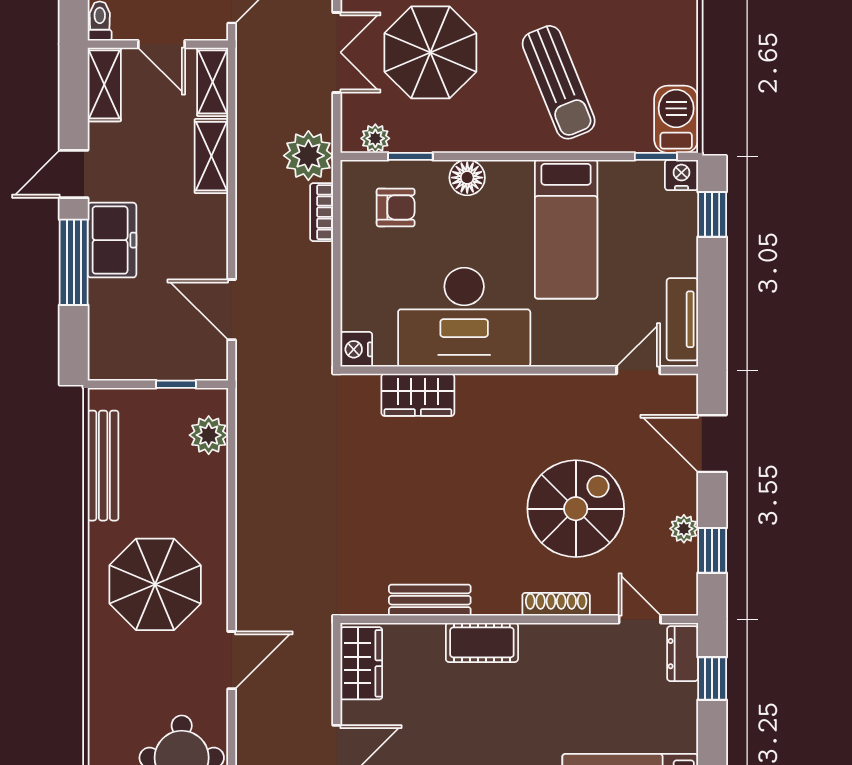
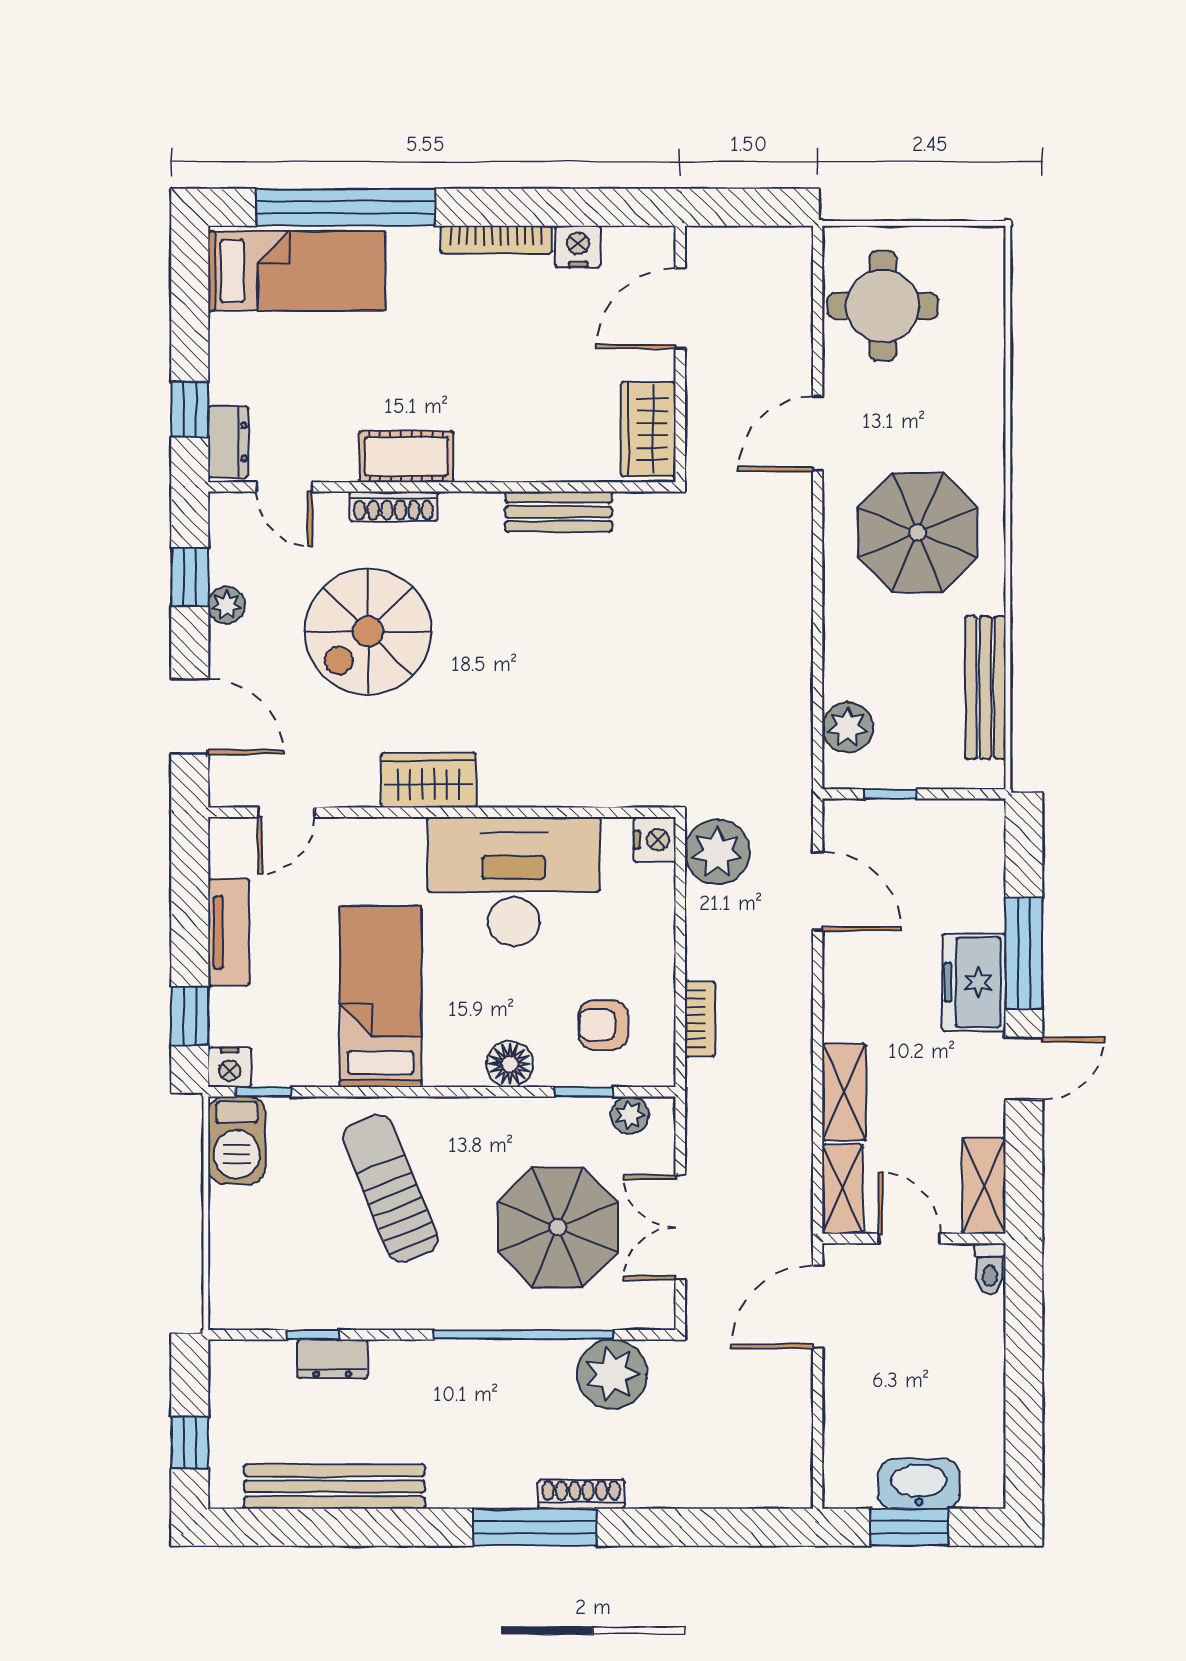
plant: (308, 156) -> (717, 852), moved
tv unit: (682, 319) -> (229, 933), moved
wardrobe: (418, 395) -> (429, 780), moved
cot: (482, 642) -> (406, 457), moved

